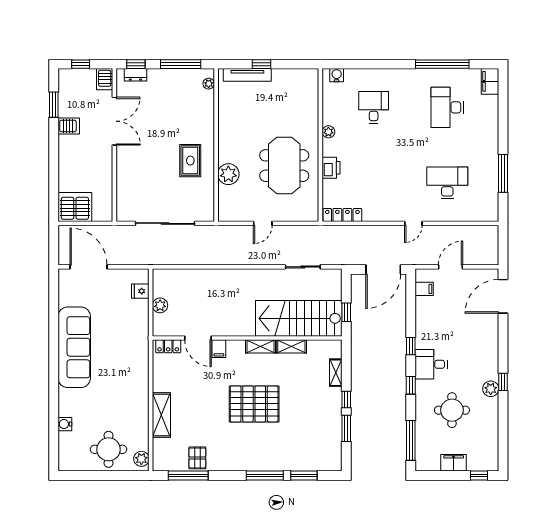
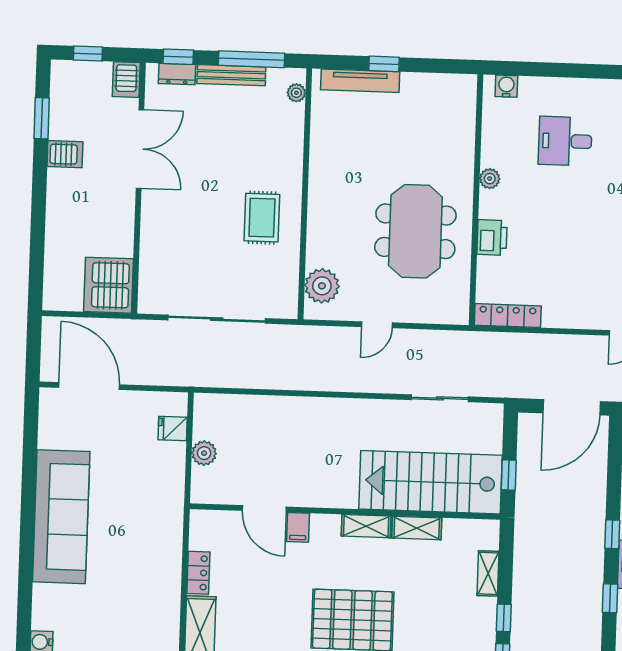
bench: (169, 74) -> (231, 75), added
desk: (374, 107) -> (565, 141), turned -90
plant: (228, 174) -> (322, 286), moved
server rack: (75, 207) -> (108, 285), moved, turned -90
locker: (168, 346) -> (198, 573), moved, turned -90

